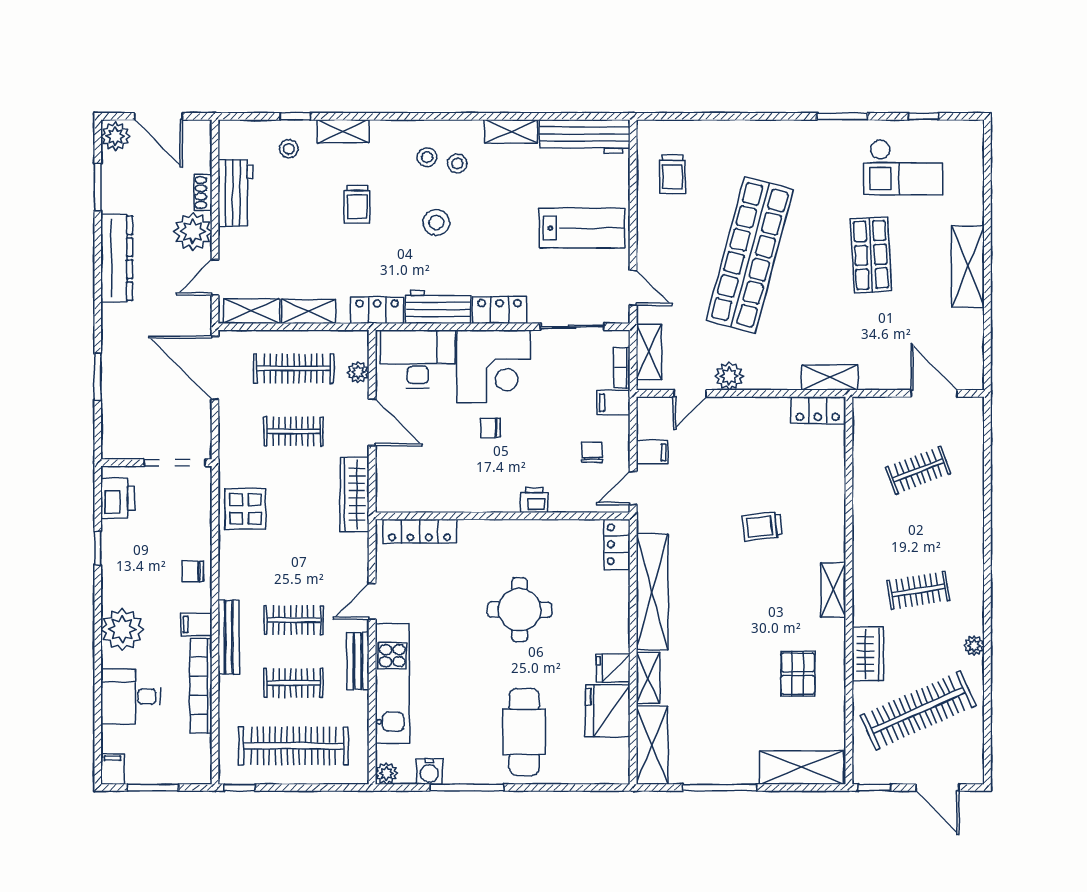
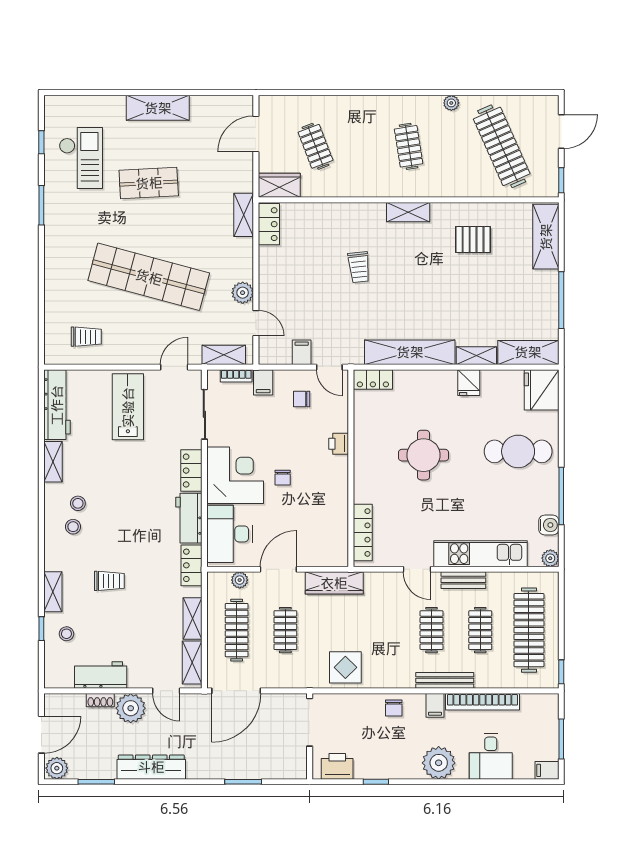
stool: (436, 222) -> (124, 520), removed
wardrobe: (868, 654) -> (279, 185), moved
fridge: (608, 711) -> (542, 390), moved, turned 90

